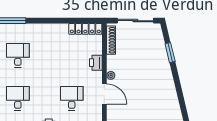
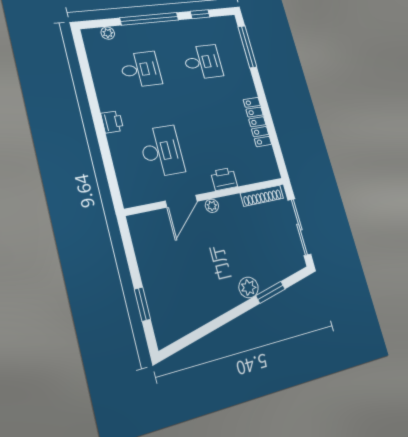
locker: (85, 29) -> (257, 122), moved
plant: (164, 66) -> (249, 287), added
desk: (72, 98) -> (162, 151), width x1.37

